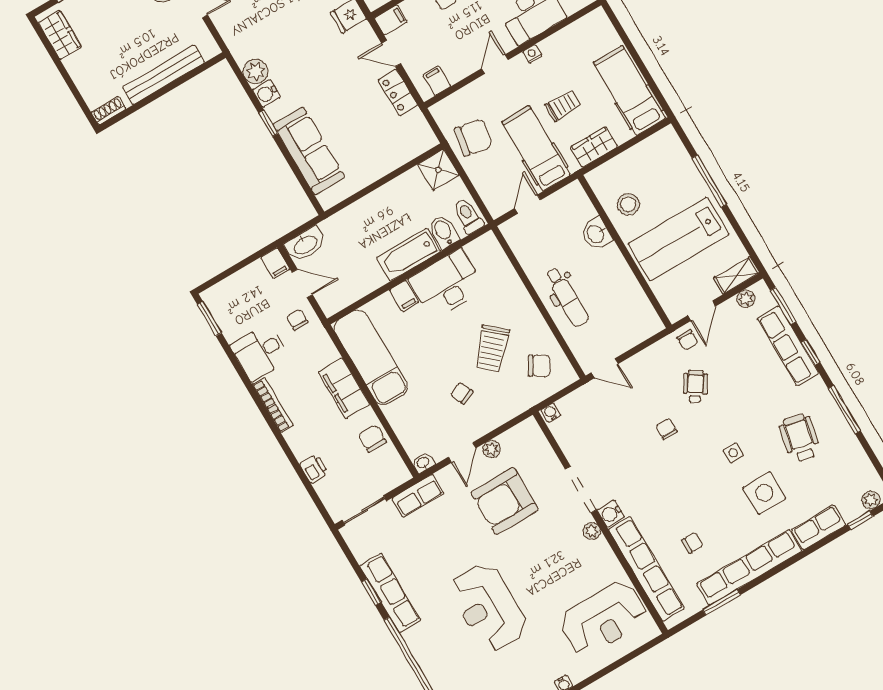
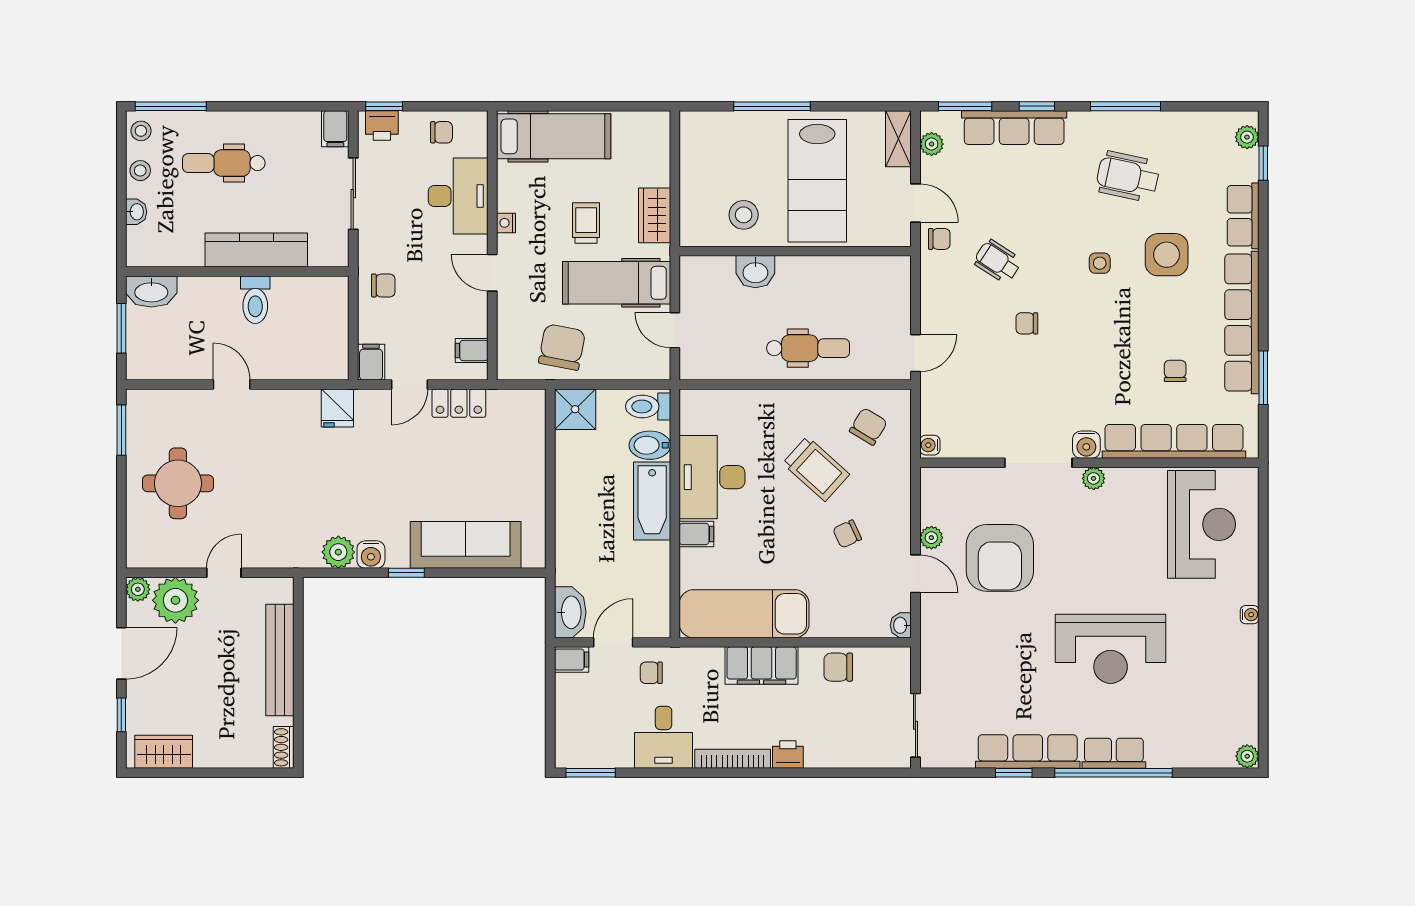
hospital bed: (629, 90) -> (554, 136), moved, turned 180
printer: (314, 469) -> (788, 755), moved
row of seats: (418, 496) -> (1114, 753), moved, turned -90

